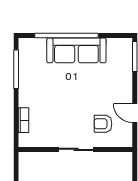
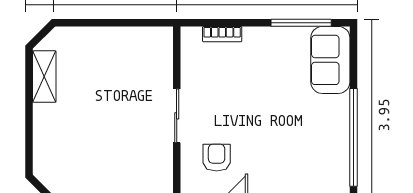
window: (67, 36) -> (353, 137), moved
sofa: (76, 50) -> (330, 60), moved, width x0.73

